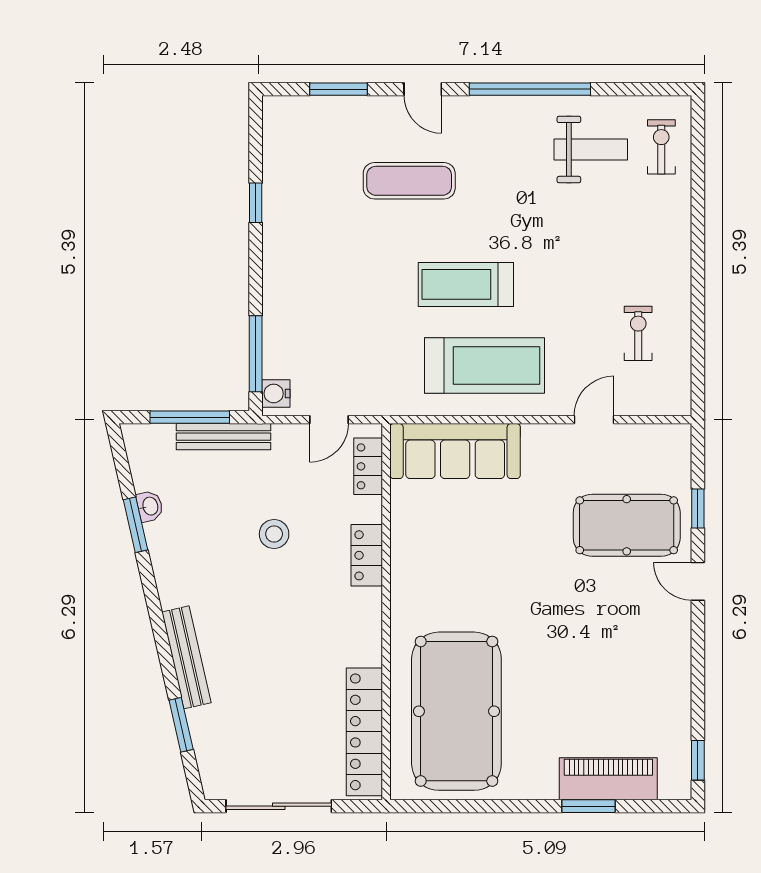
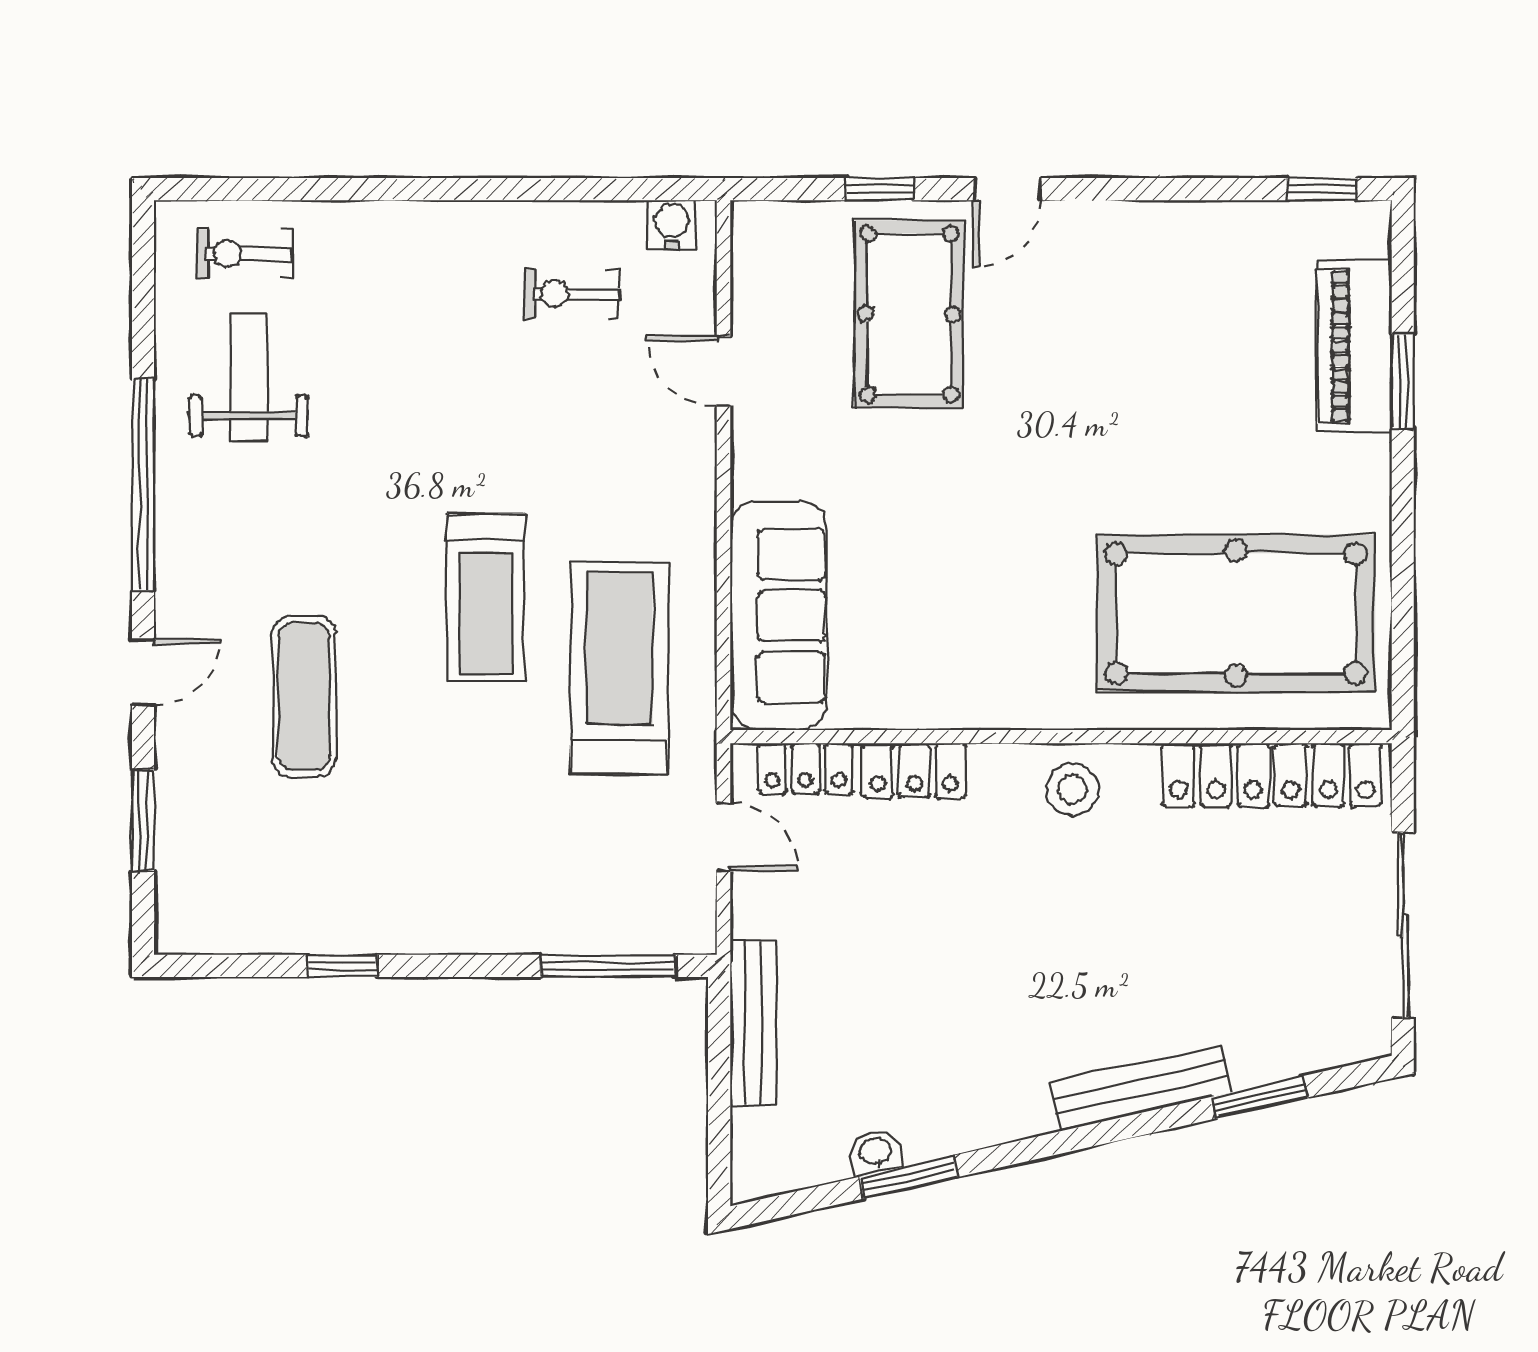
treadmill: (485, 366) -> (619, 669), moved
water cooler: (276, 393) -> (672, 224), moved, turned 180
window: (190, 417) -> (719, 1082), removed
stool: (274, 534) -> (1072, 789), moved
locker: (367, 555) -> (914, 771), moved

